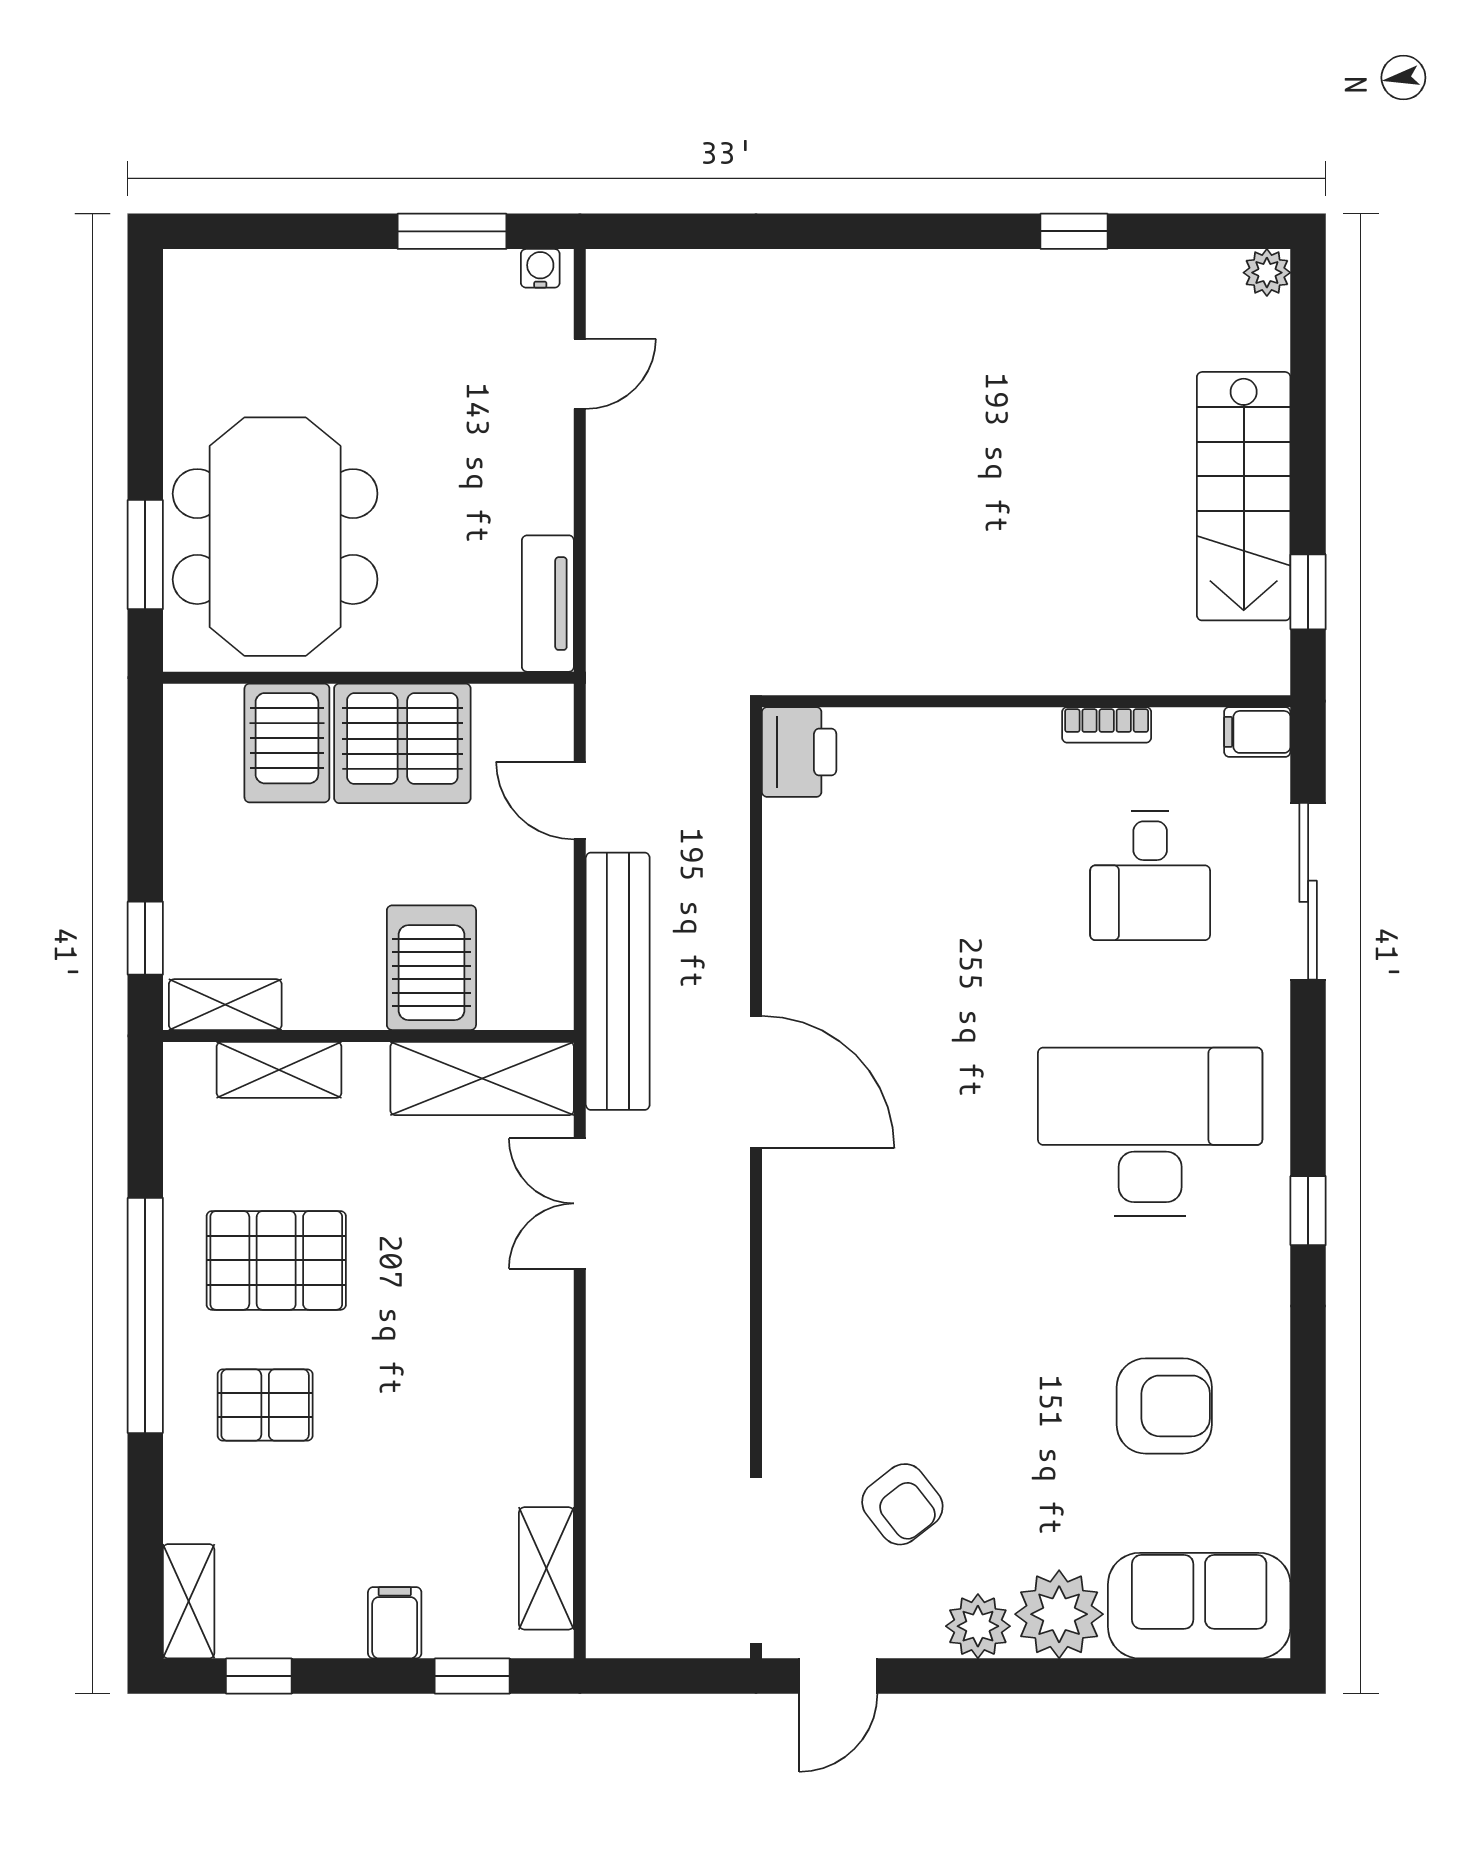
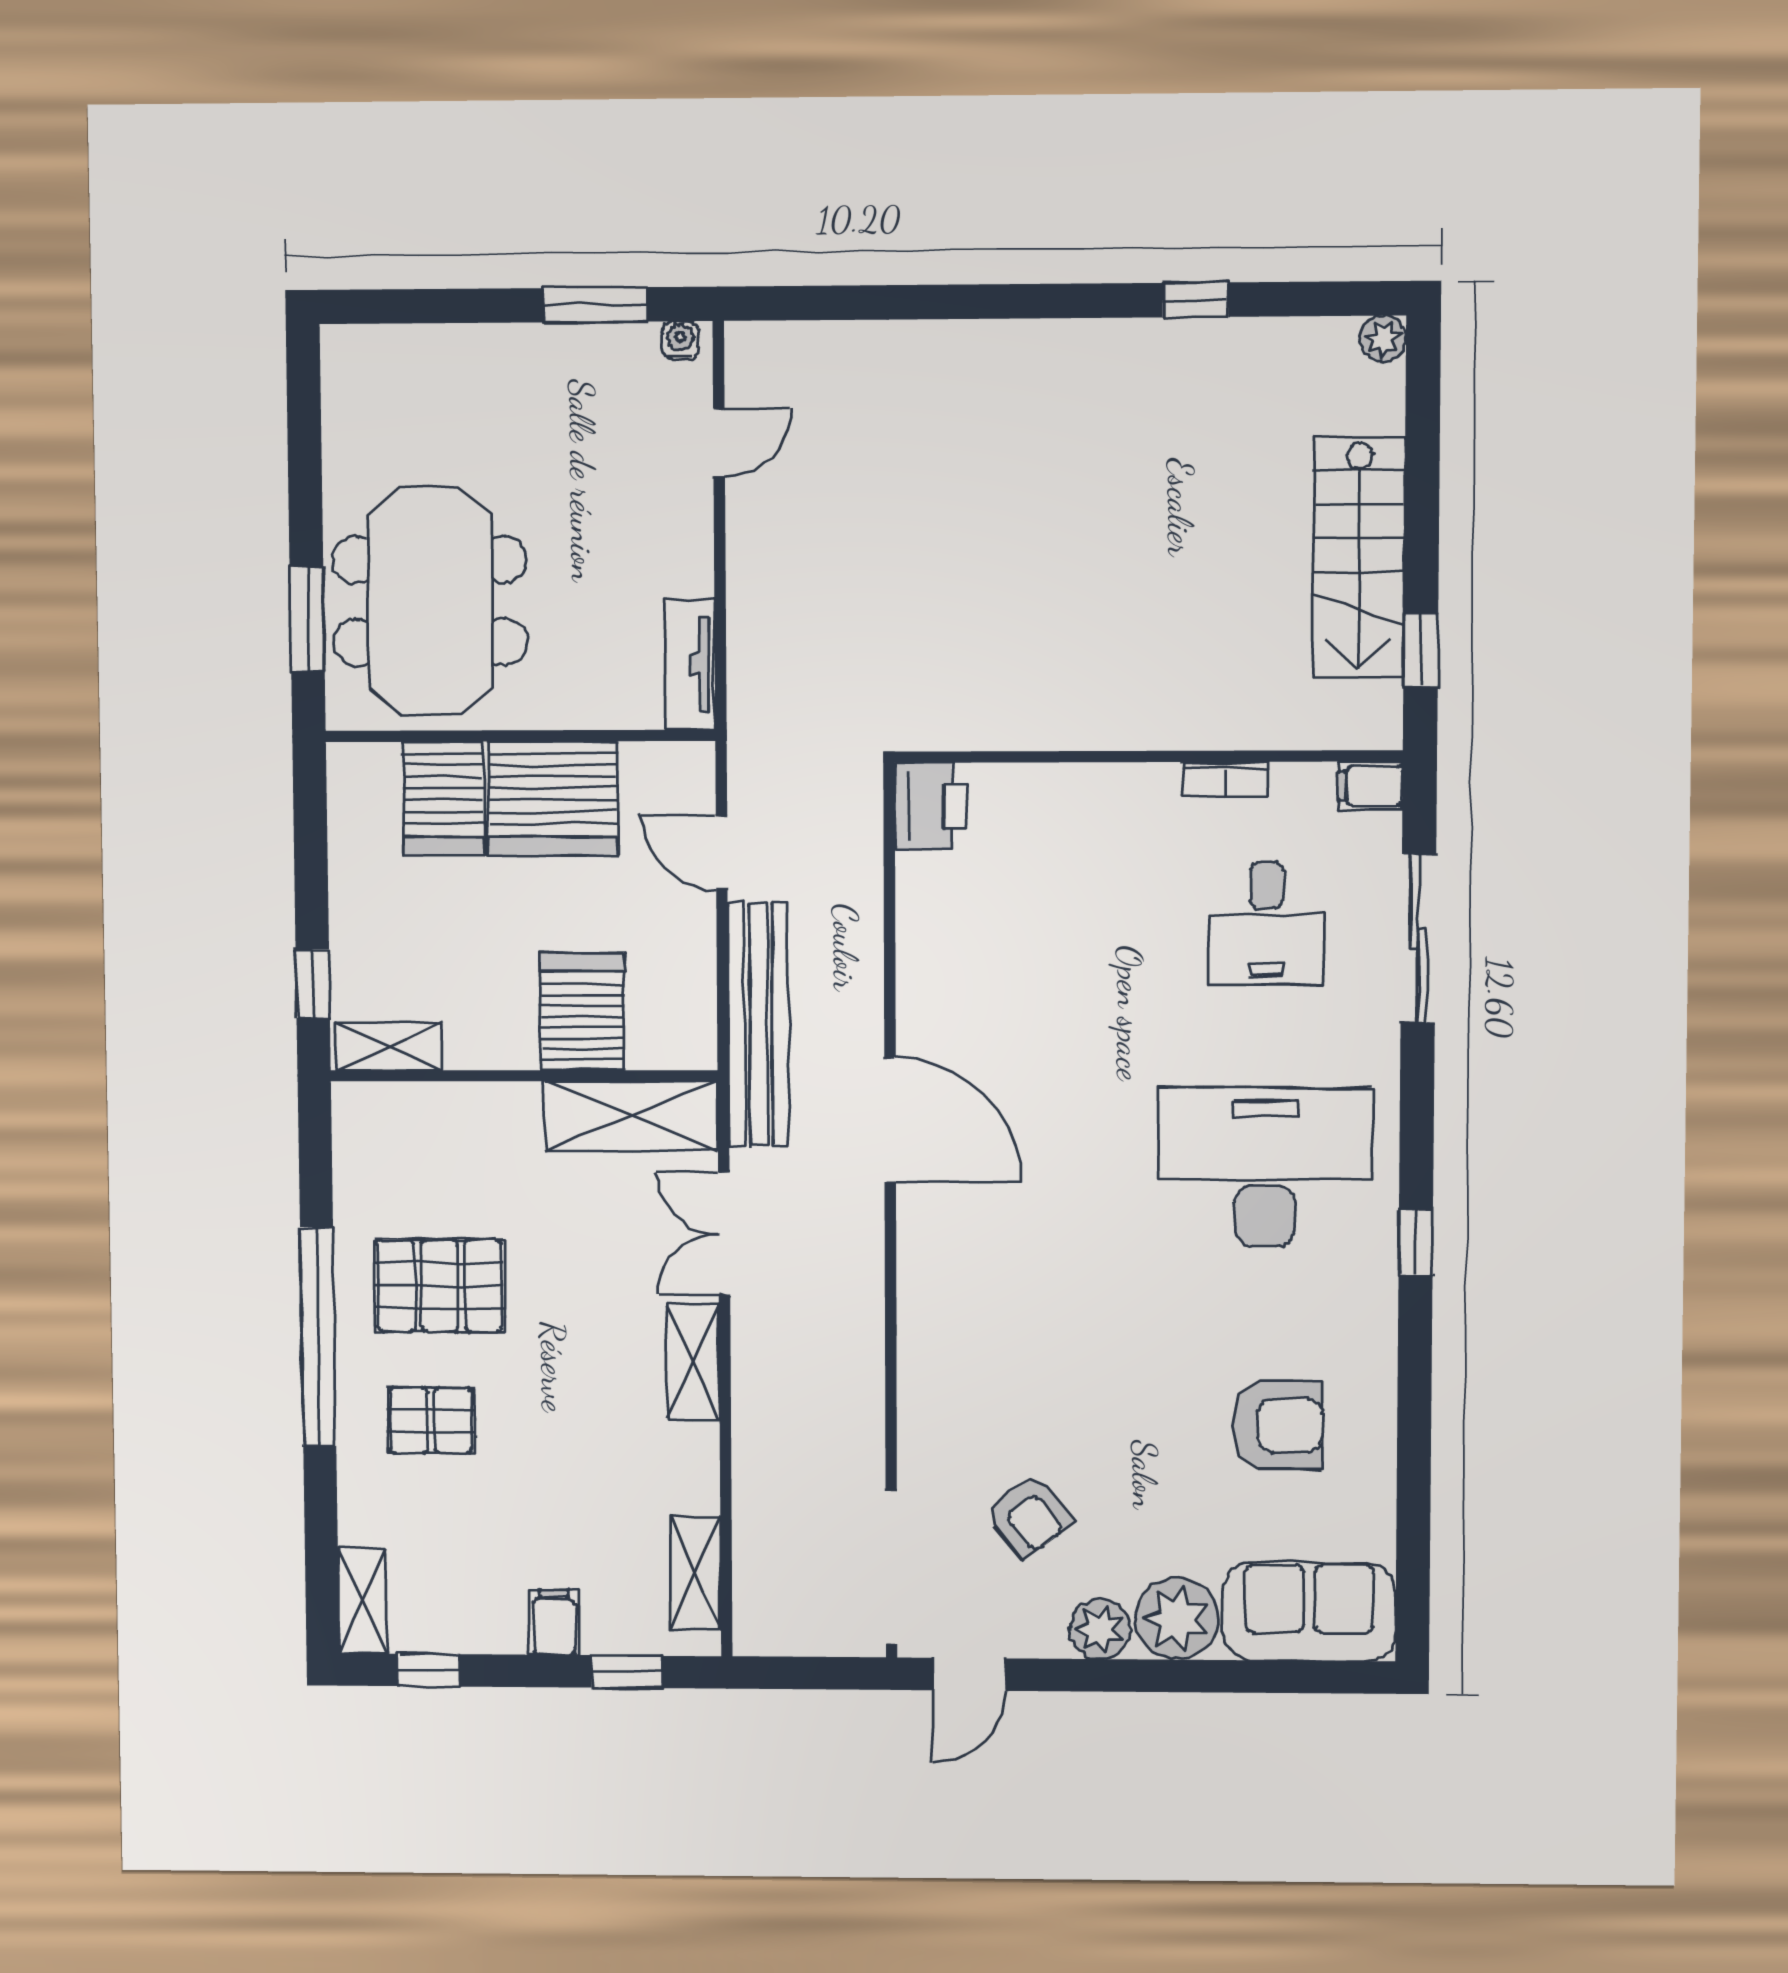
shelving: (279, 1070) -> (693, 1362), moved, turned 90

